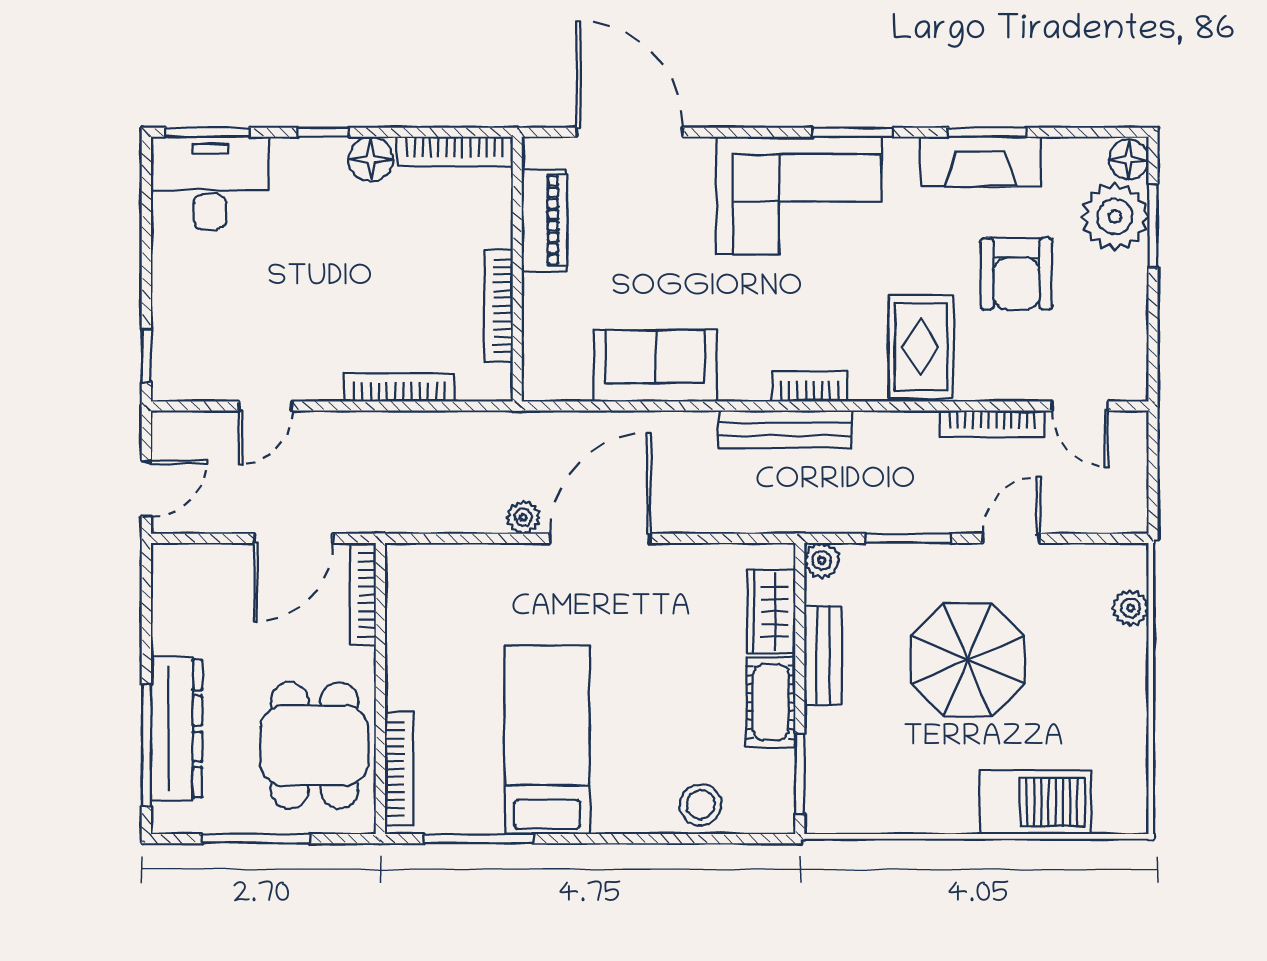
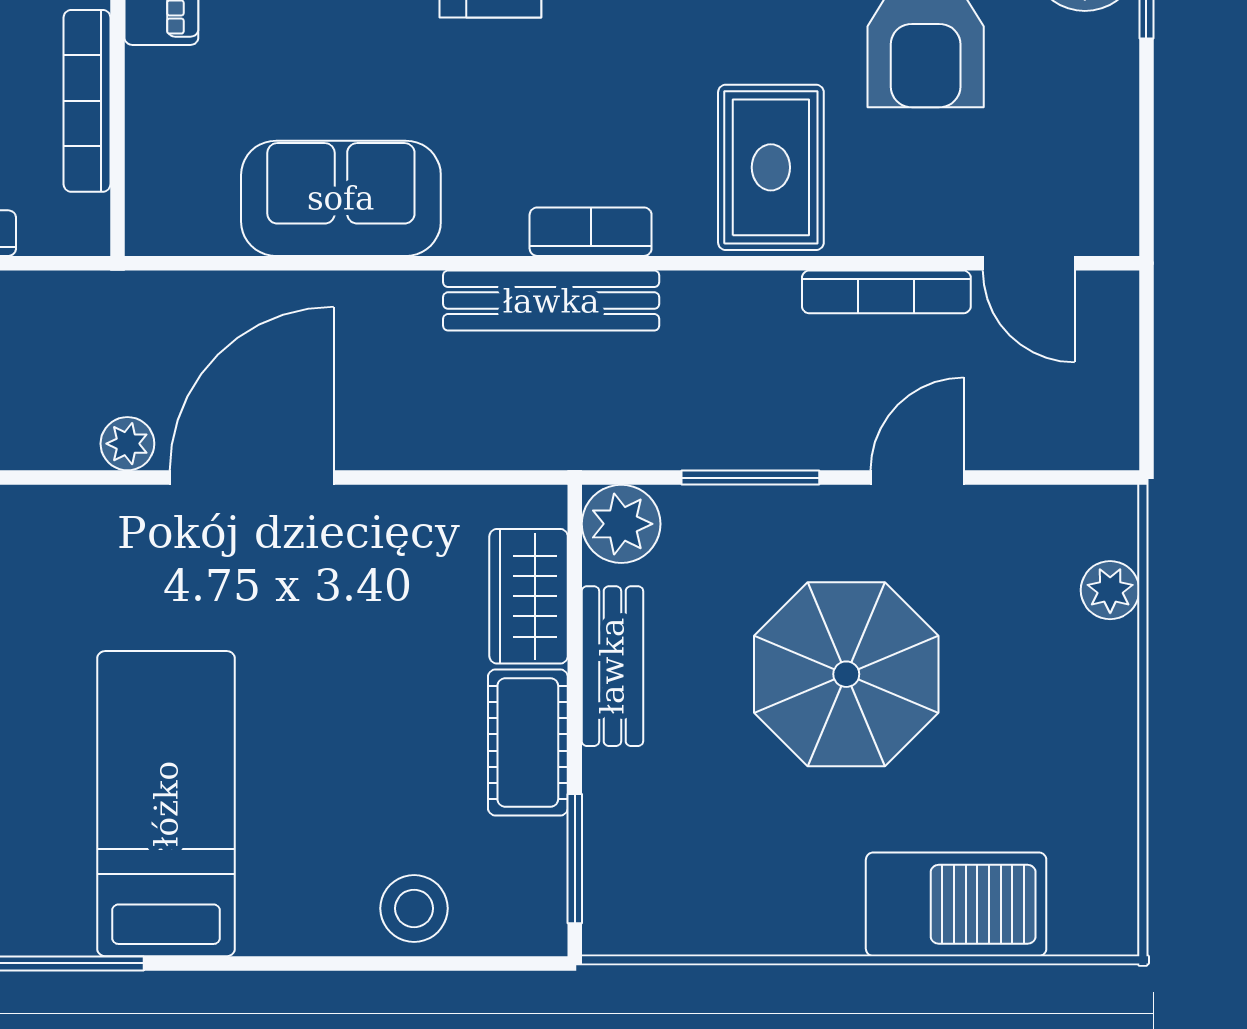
plant: (822, 560) -> (621, 524), width x1.38, depth x1.38

